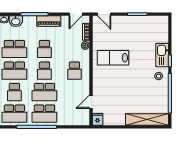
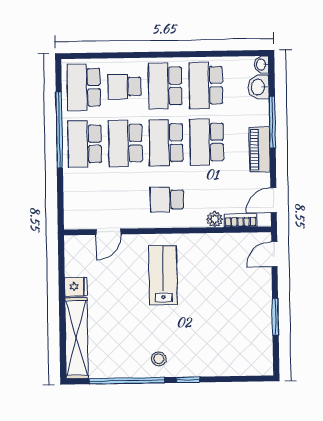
door: (76, 14) -> (274, 200), hinge flipped
school desk: (44, 49) -> (207, 142), width x1.85
kitchen sink: (162, 55) -> (199, 365), removed
lab bench: (113, 58) -> (163, 275), moved
school desk: (44, 71) -> (166, 143), width x1.85
door: (91, 102) -> (108, 232), swing flipped
fridge: (98, 119) -> (76, 287), moved

